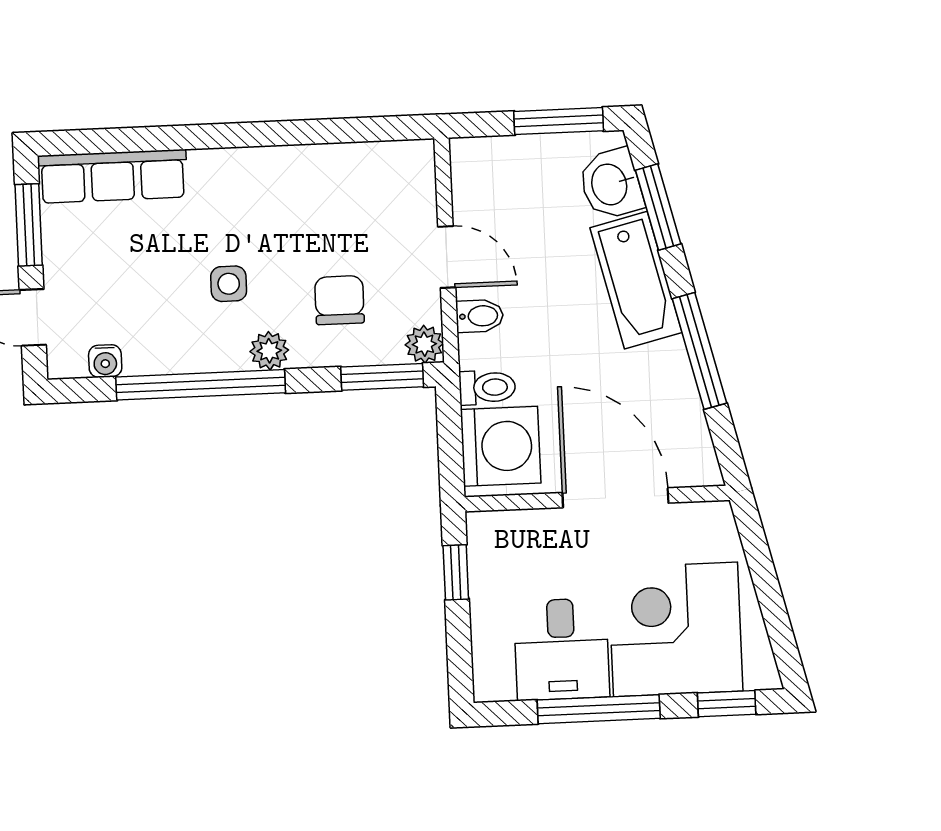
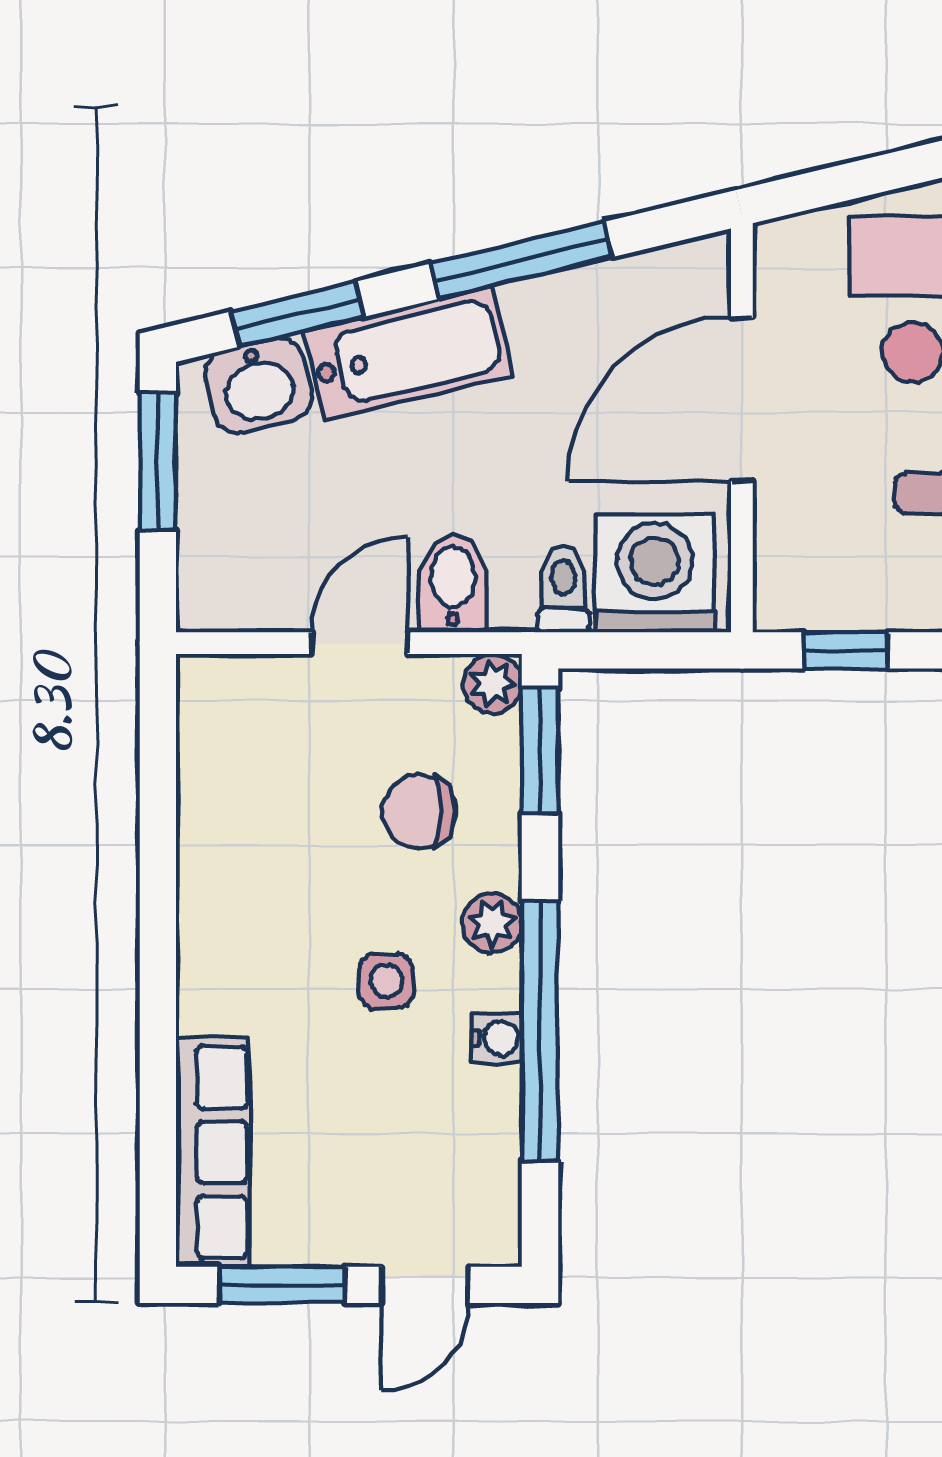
bidet: (480, 316) -> (453, 583), width x1.38, depth x1.36
water cooler: (105, 361) -> (497, 1038), moved

